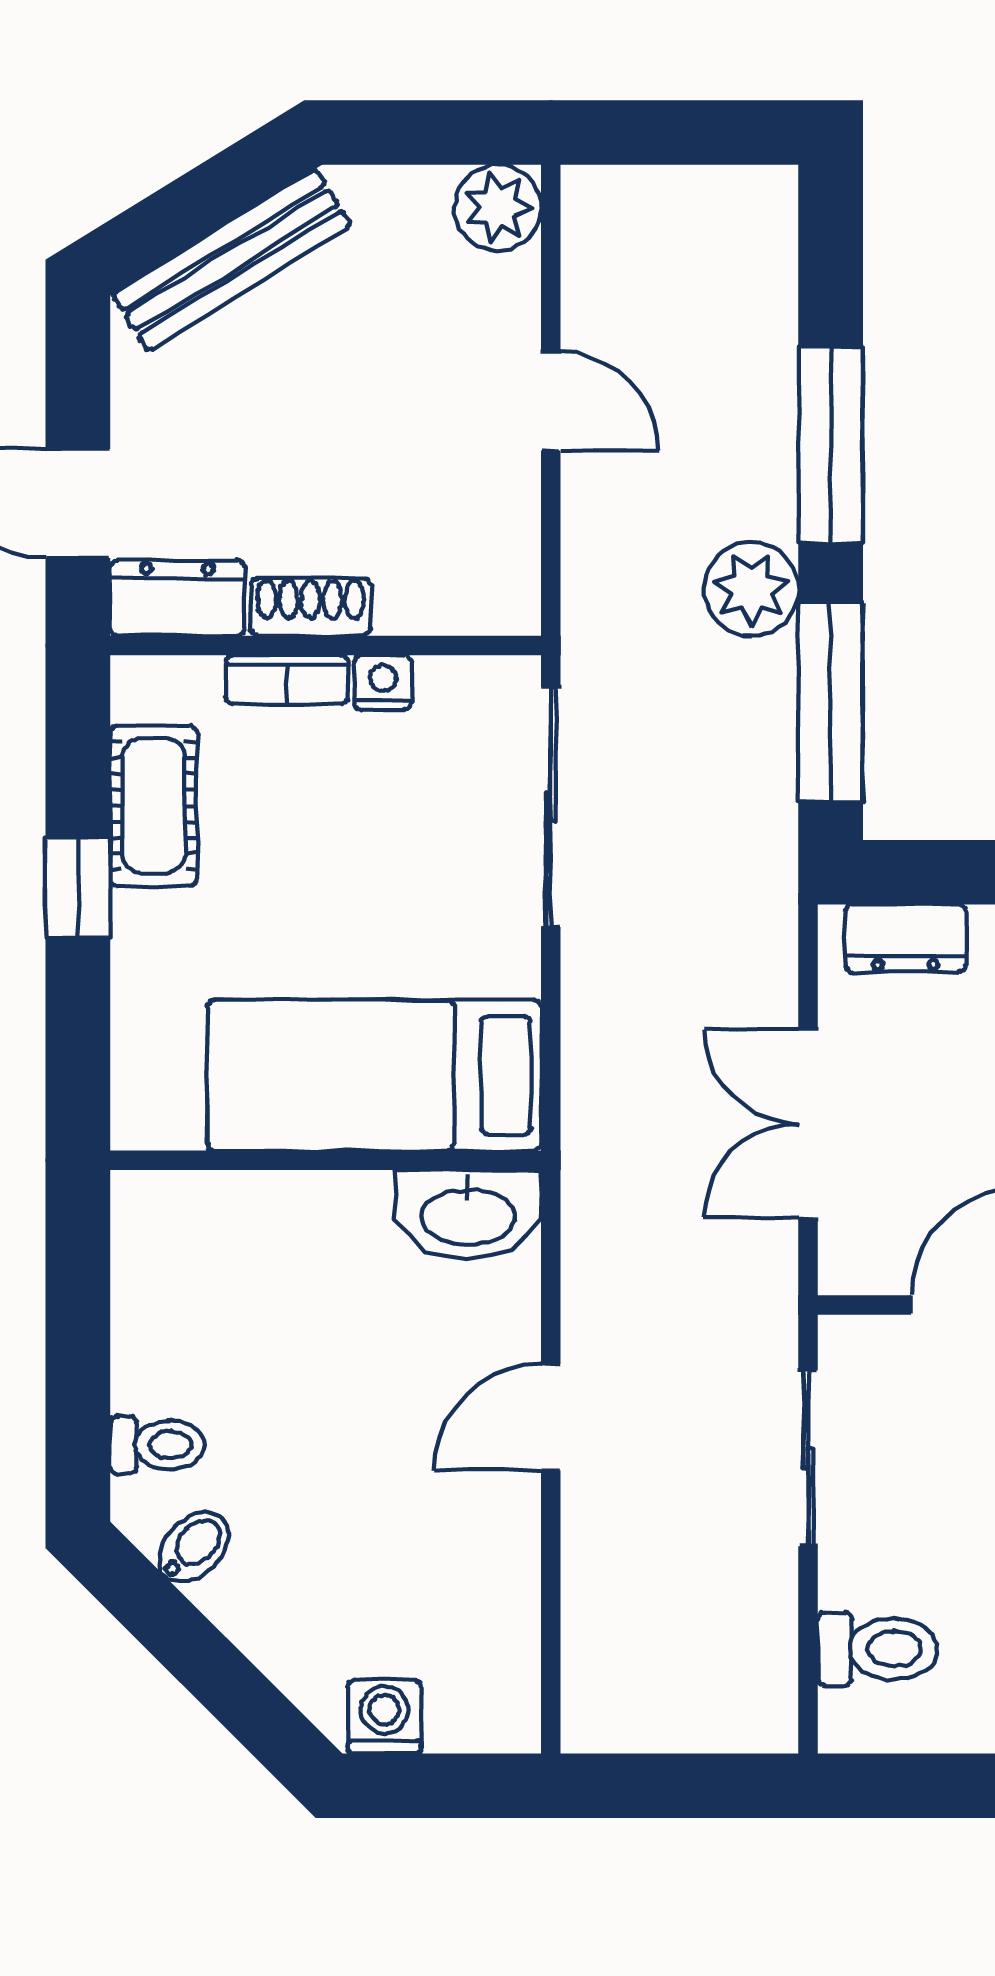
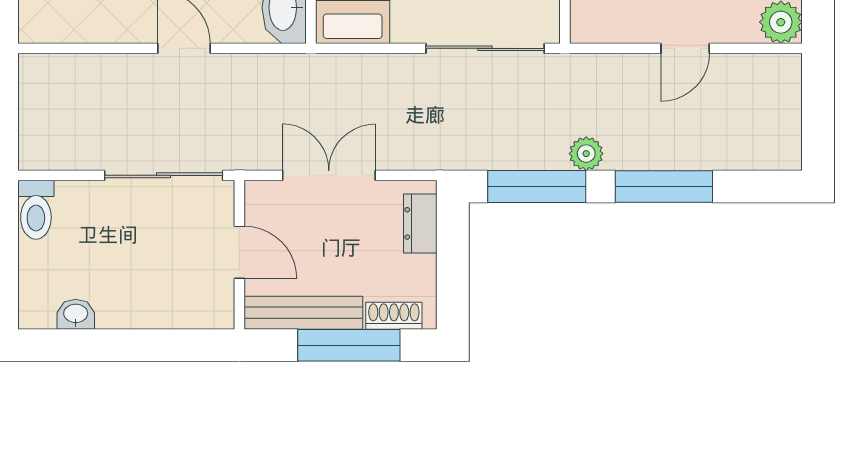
plant: (751, 589) -> (586, 154), width x0.73, depth x0.73
sliding door: (808, 1458) -> (164, 175), width x1.37
toilet: (878, 1649) -> (36, 210), moved

